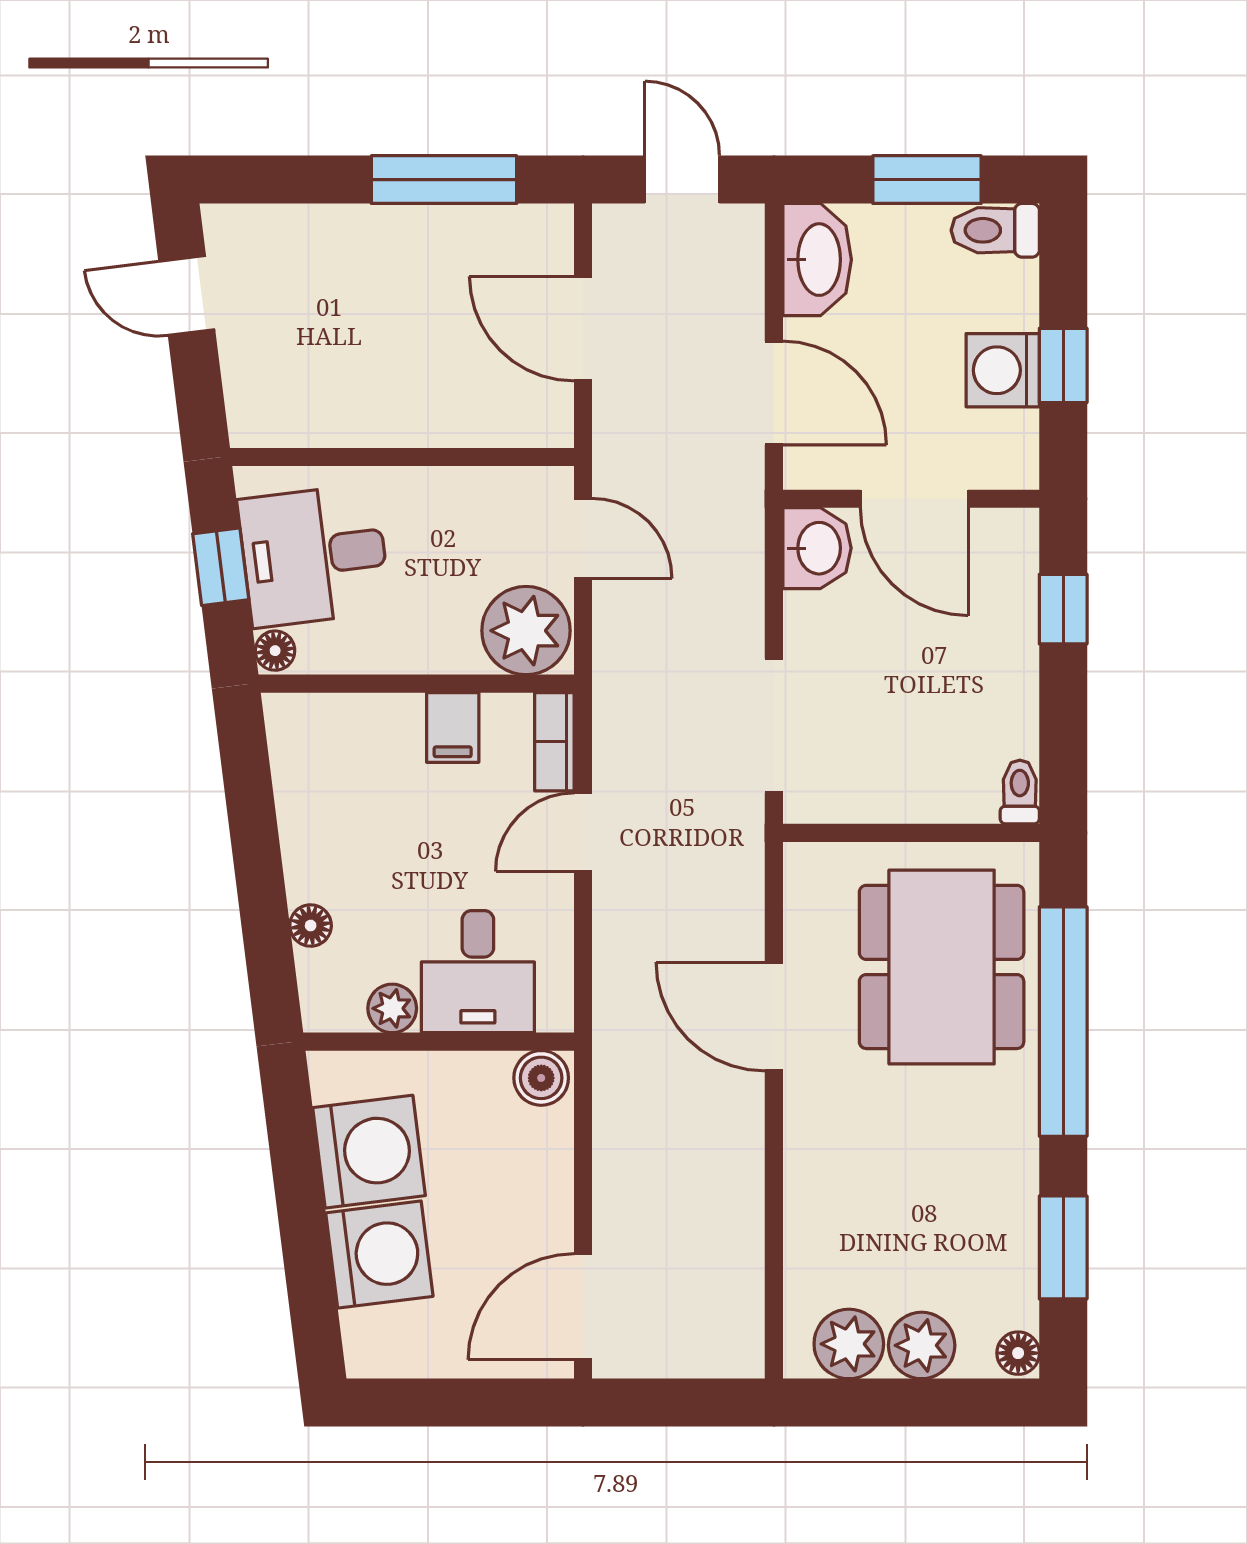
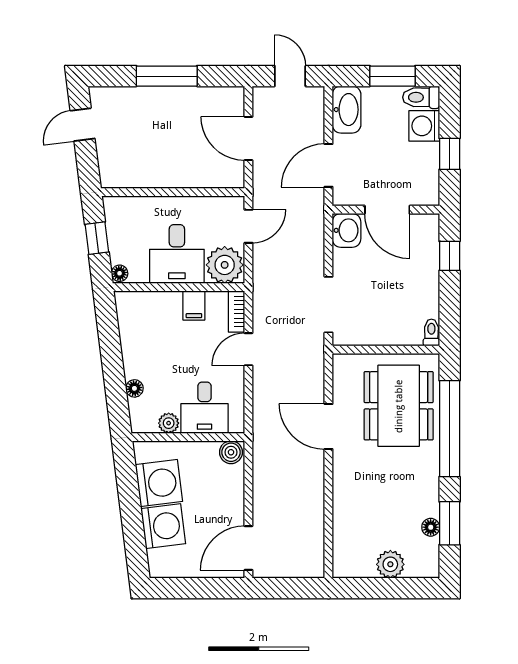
window: (444, 180) -> (167, 76), moved
door: (187, 295) -> (83, 125), hinge flipped
washing machine: (1003, 370) -> (424, 126), moved
door: (774, 393) -> (328, 165), swing flipped
door: (583, 538) -> (248, 226), hinge flipped
desk: (314, 556) -> (177, 254), moved, turned -83
plant: (849, 1344) -> (360, 564), removed
floor lamp: (1018, 1353) -> (431, 527), moved

